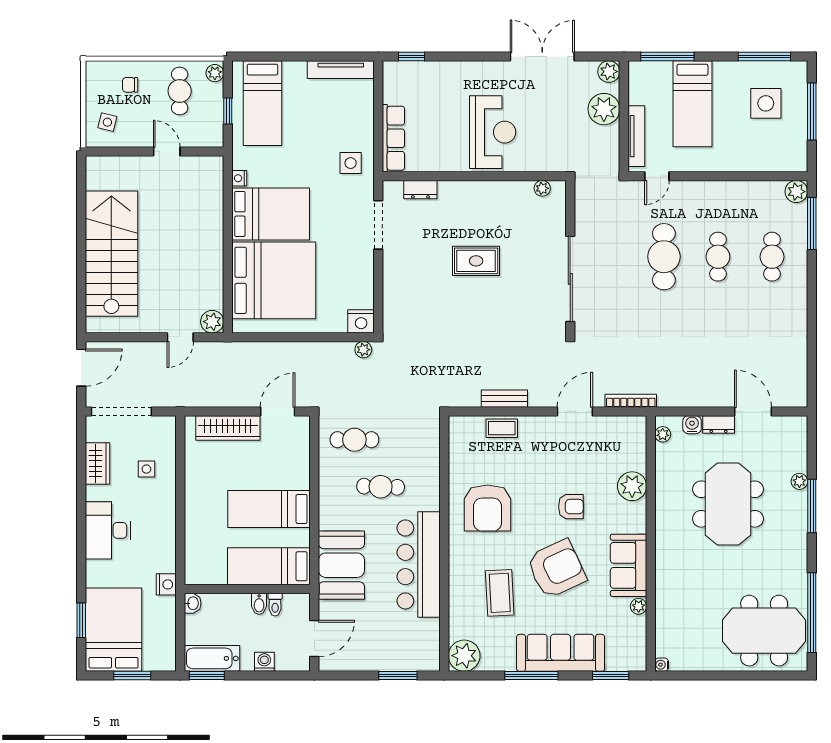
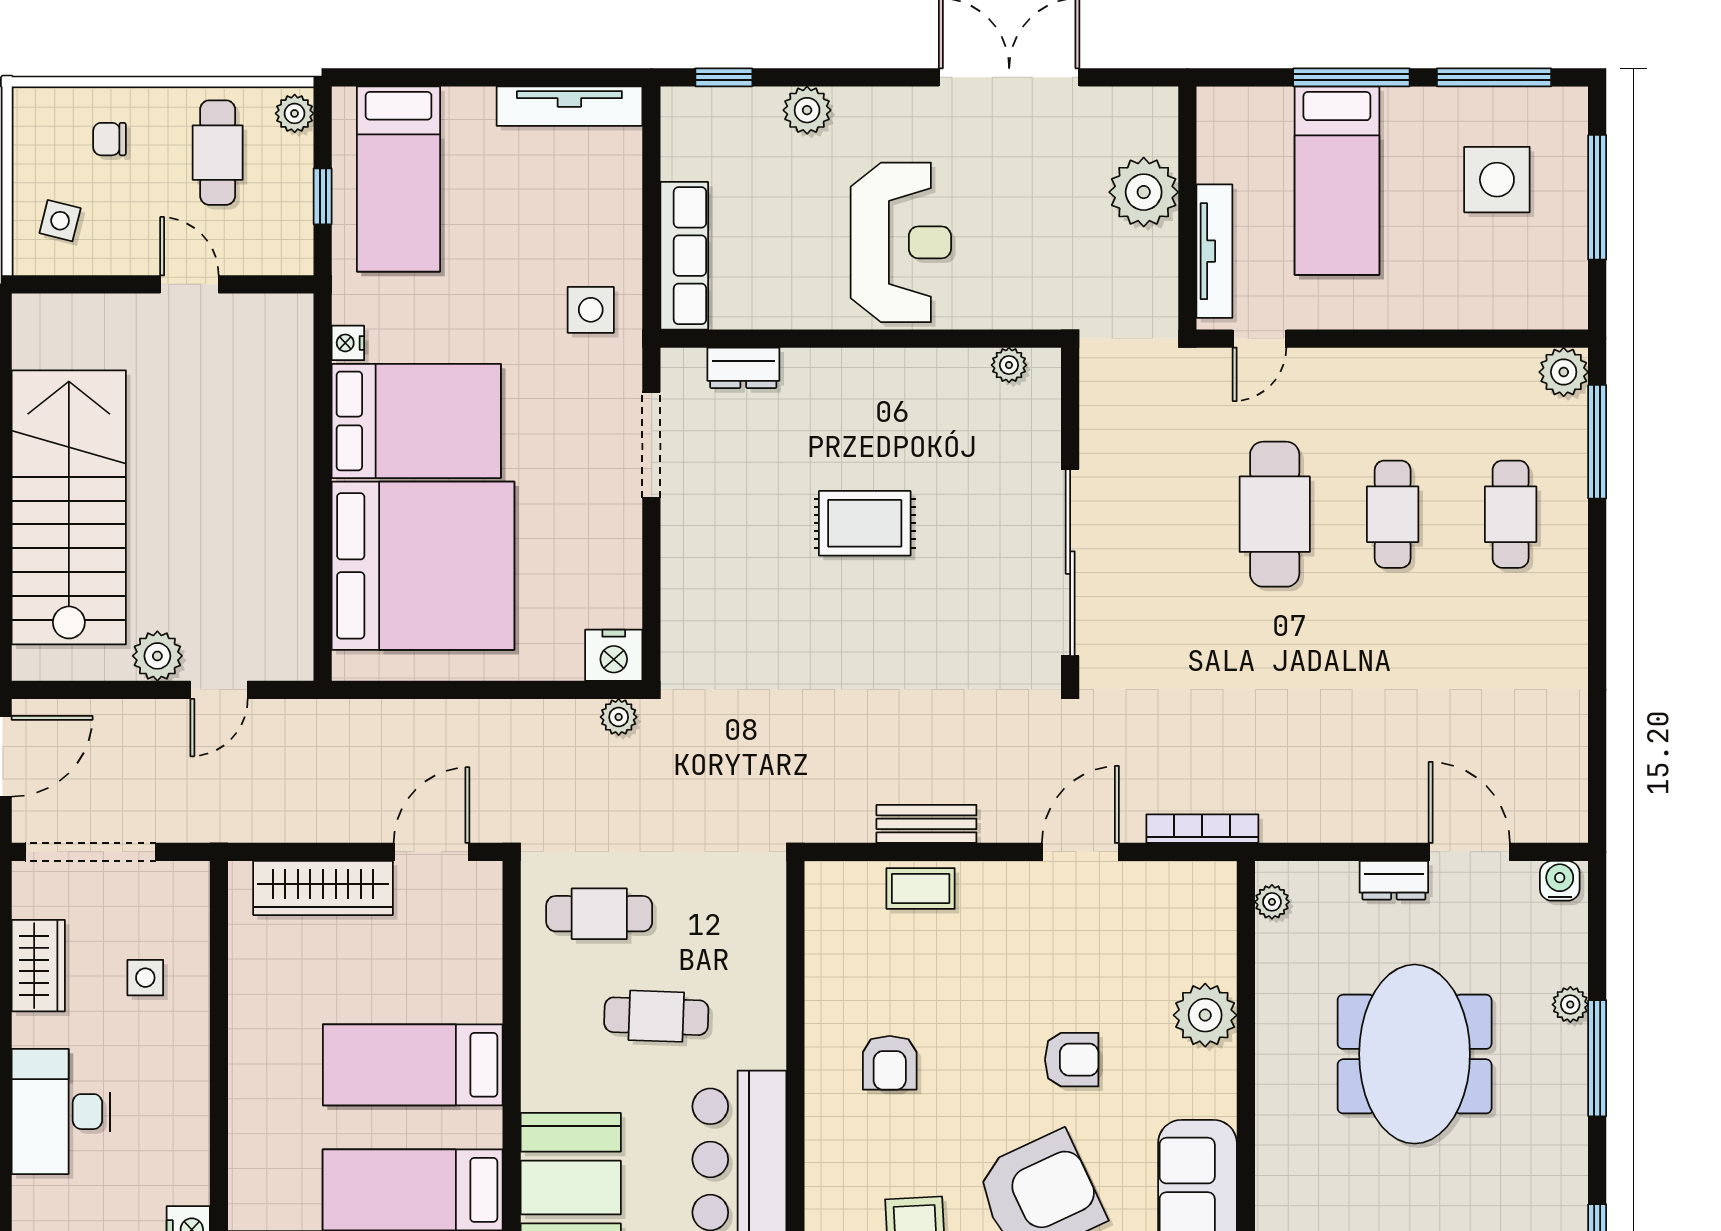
window: (667, 57) -> (1351, 77), moved
plant: (609, 72) -> (807, 110), moved
plant: (212, 322) -> (157, 656), moved
water cooler: (692, 425) -> (1560, 881), moved
armchair: (488, 508) -> (890, 1063), width x0.53, depth x0.53

